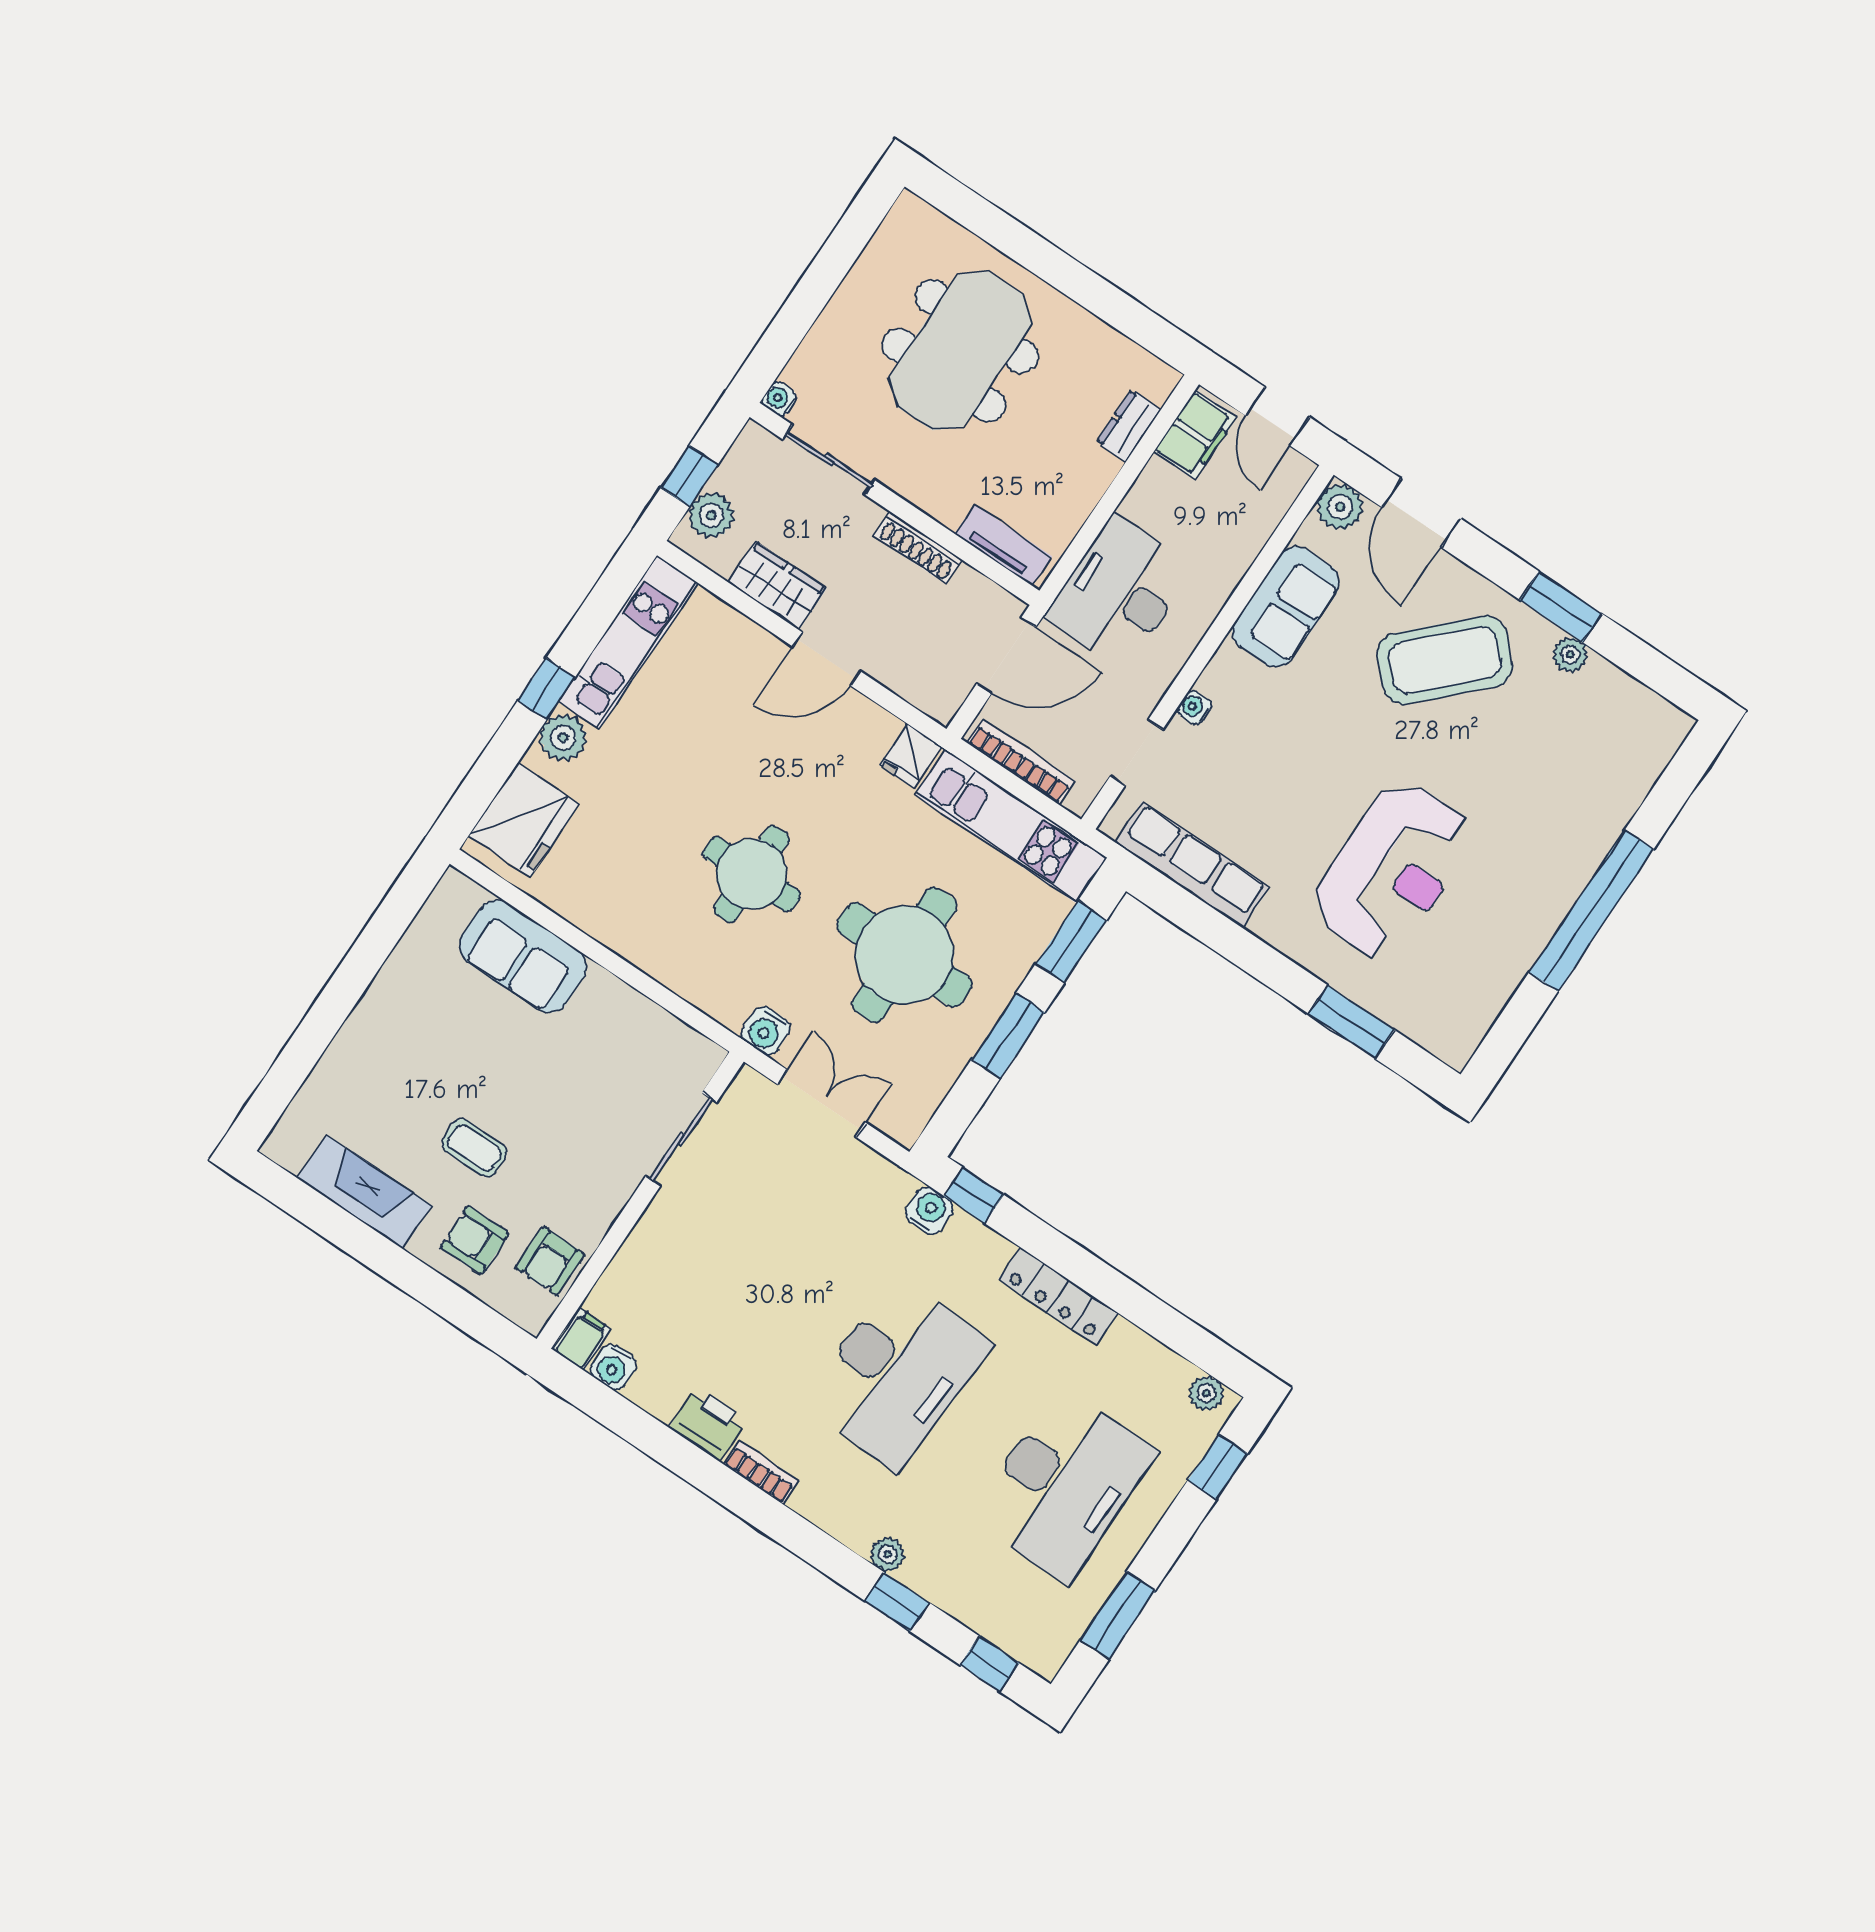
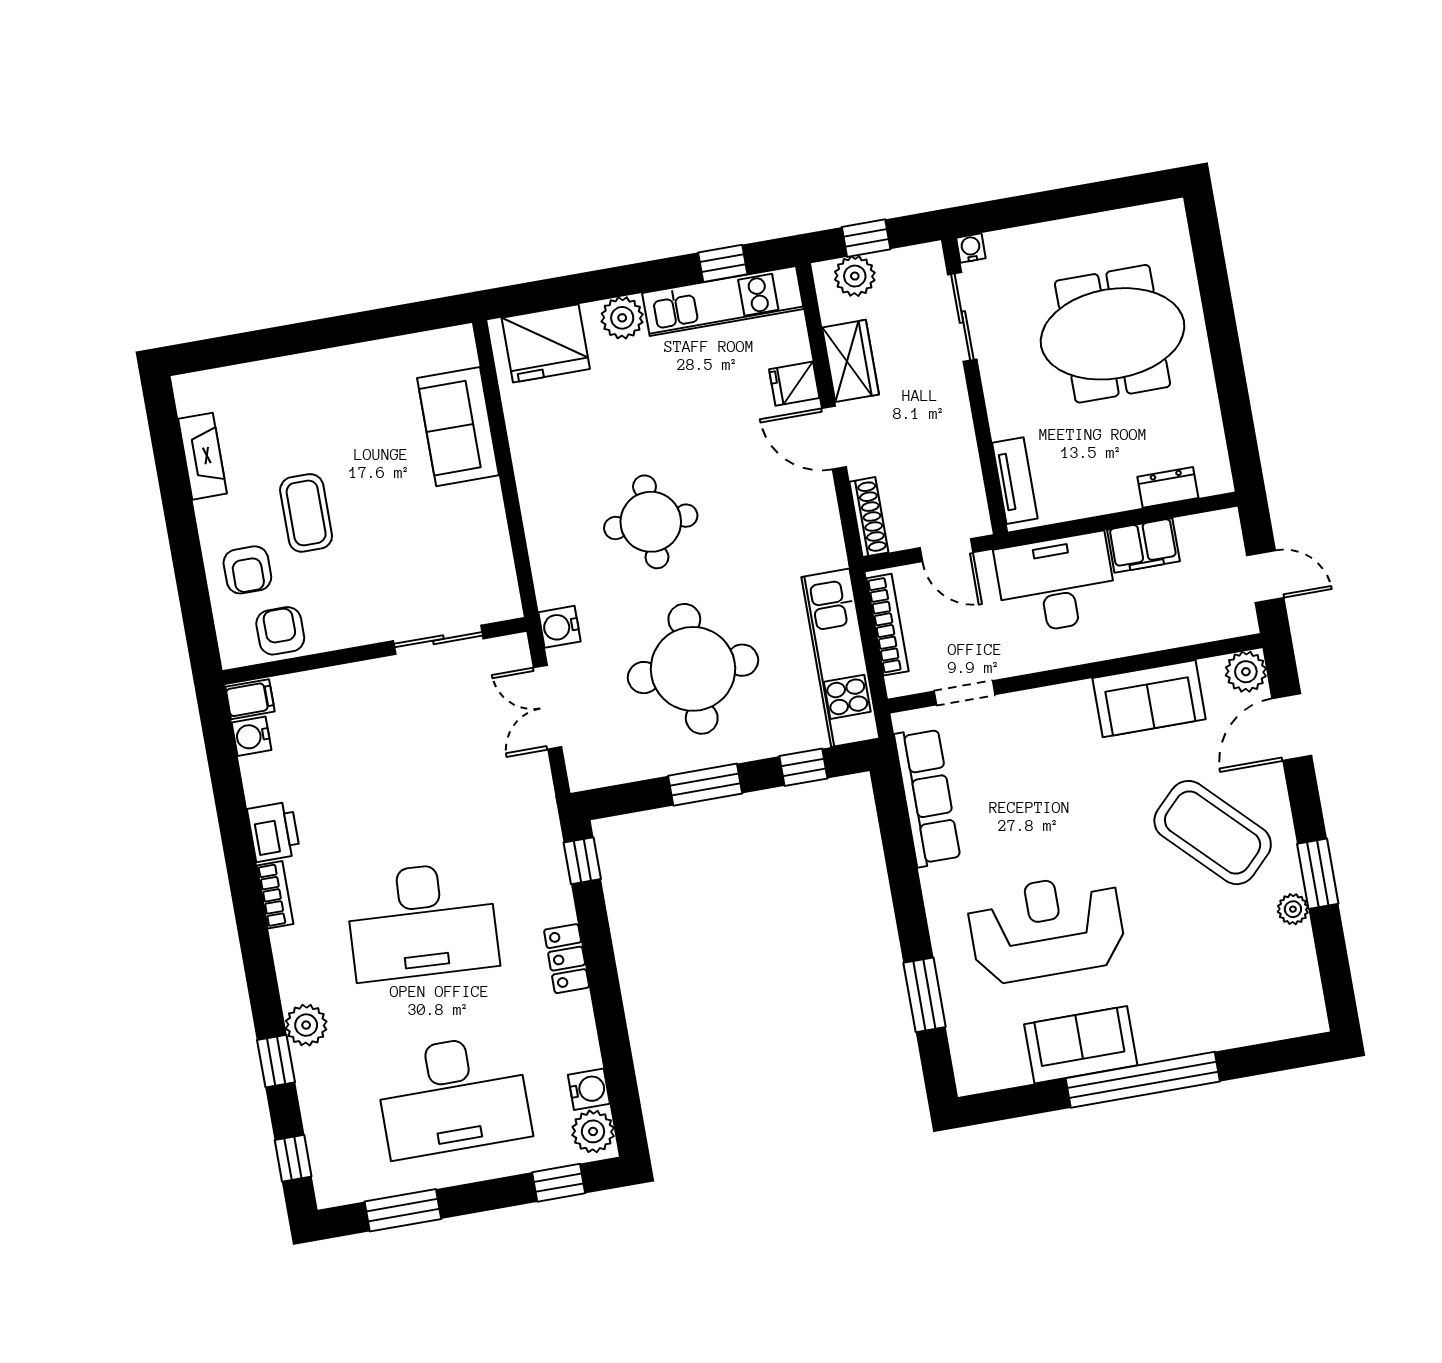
door: (1278, 416) -> (1265, 576), swing flipped
filing cabinet: (1195, 435) -> (1143, 545), moved
shoe rack: (918, 548) -> (869, 517), moved, turned 180
door: (1006, 655) -> (946, 550), width x0.73
window: (546, 689) -> (723, 263), moved
water cooler: (1194, 708) -> (1029, 702), removed
fridge: (911, 756) -> (794, 384), moved
reception desk: (1392, 870) -> (1046, 928), turned 180
sofa: (1514, 934) -> (1081, 1045), added
window: (1071, 942) -> (803, 767), width x0.67
double door: (822, 1103) -> (548, 707), swing flipped
coffee table: (474, 1148) -> (306, 513), width x1.36, depth x1.30
fireplace: (365, 1192) -> (203, 456), width x0.73, depth x0.76
water cooler: (929, 1211) -> (589, 1089), moved
armchair: (475, 1240) -> (247, 570), turned 180
armchair: (550, 1261) -> (280, 631), turned 90
locker: (1058, 1296) -> (567, 959), width x0.66
plant: (1206, 1393) -> (593, 1131), width x1.38, depth x1.38
plant: (888, 1554) -> (306, 1025), width x1.38, depth x1.38

